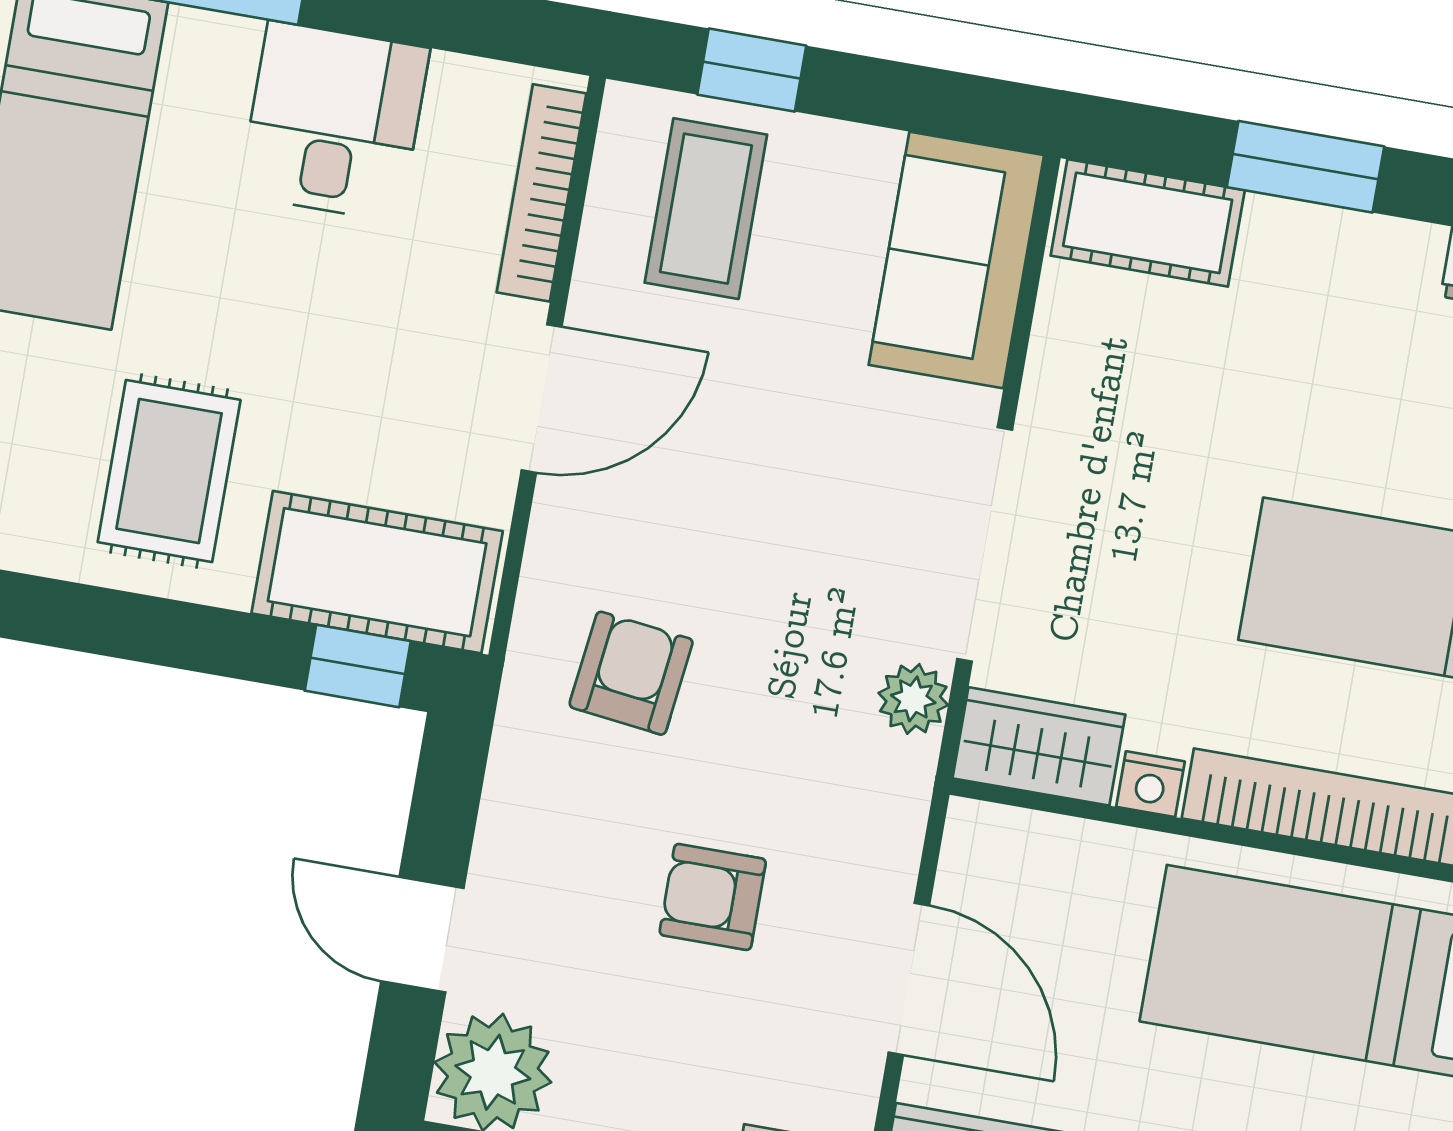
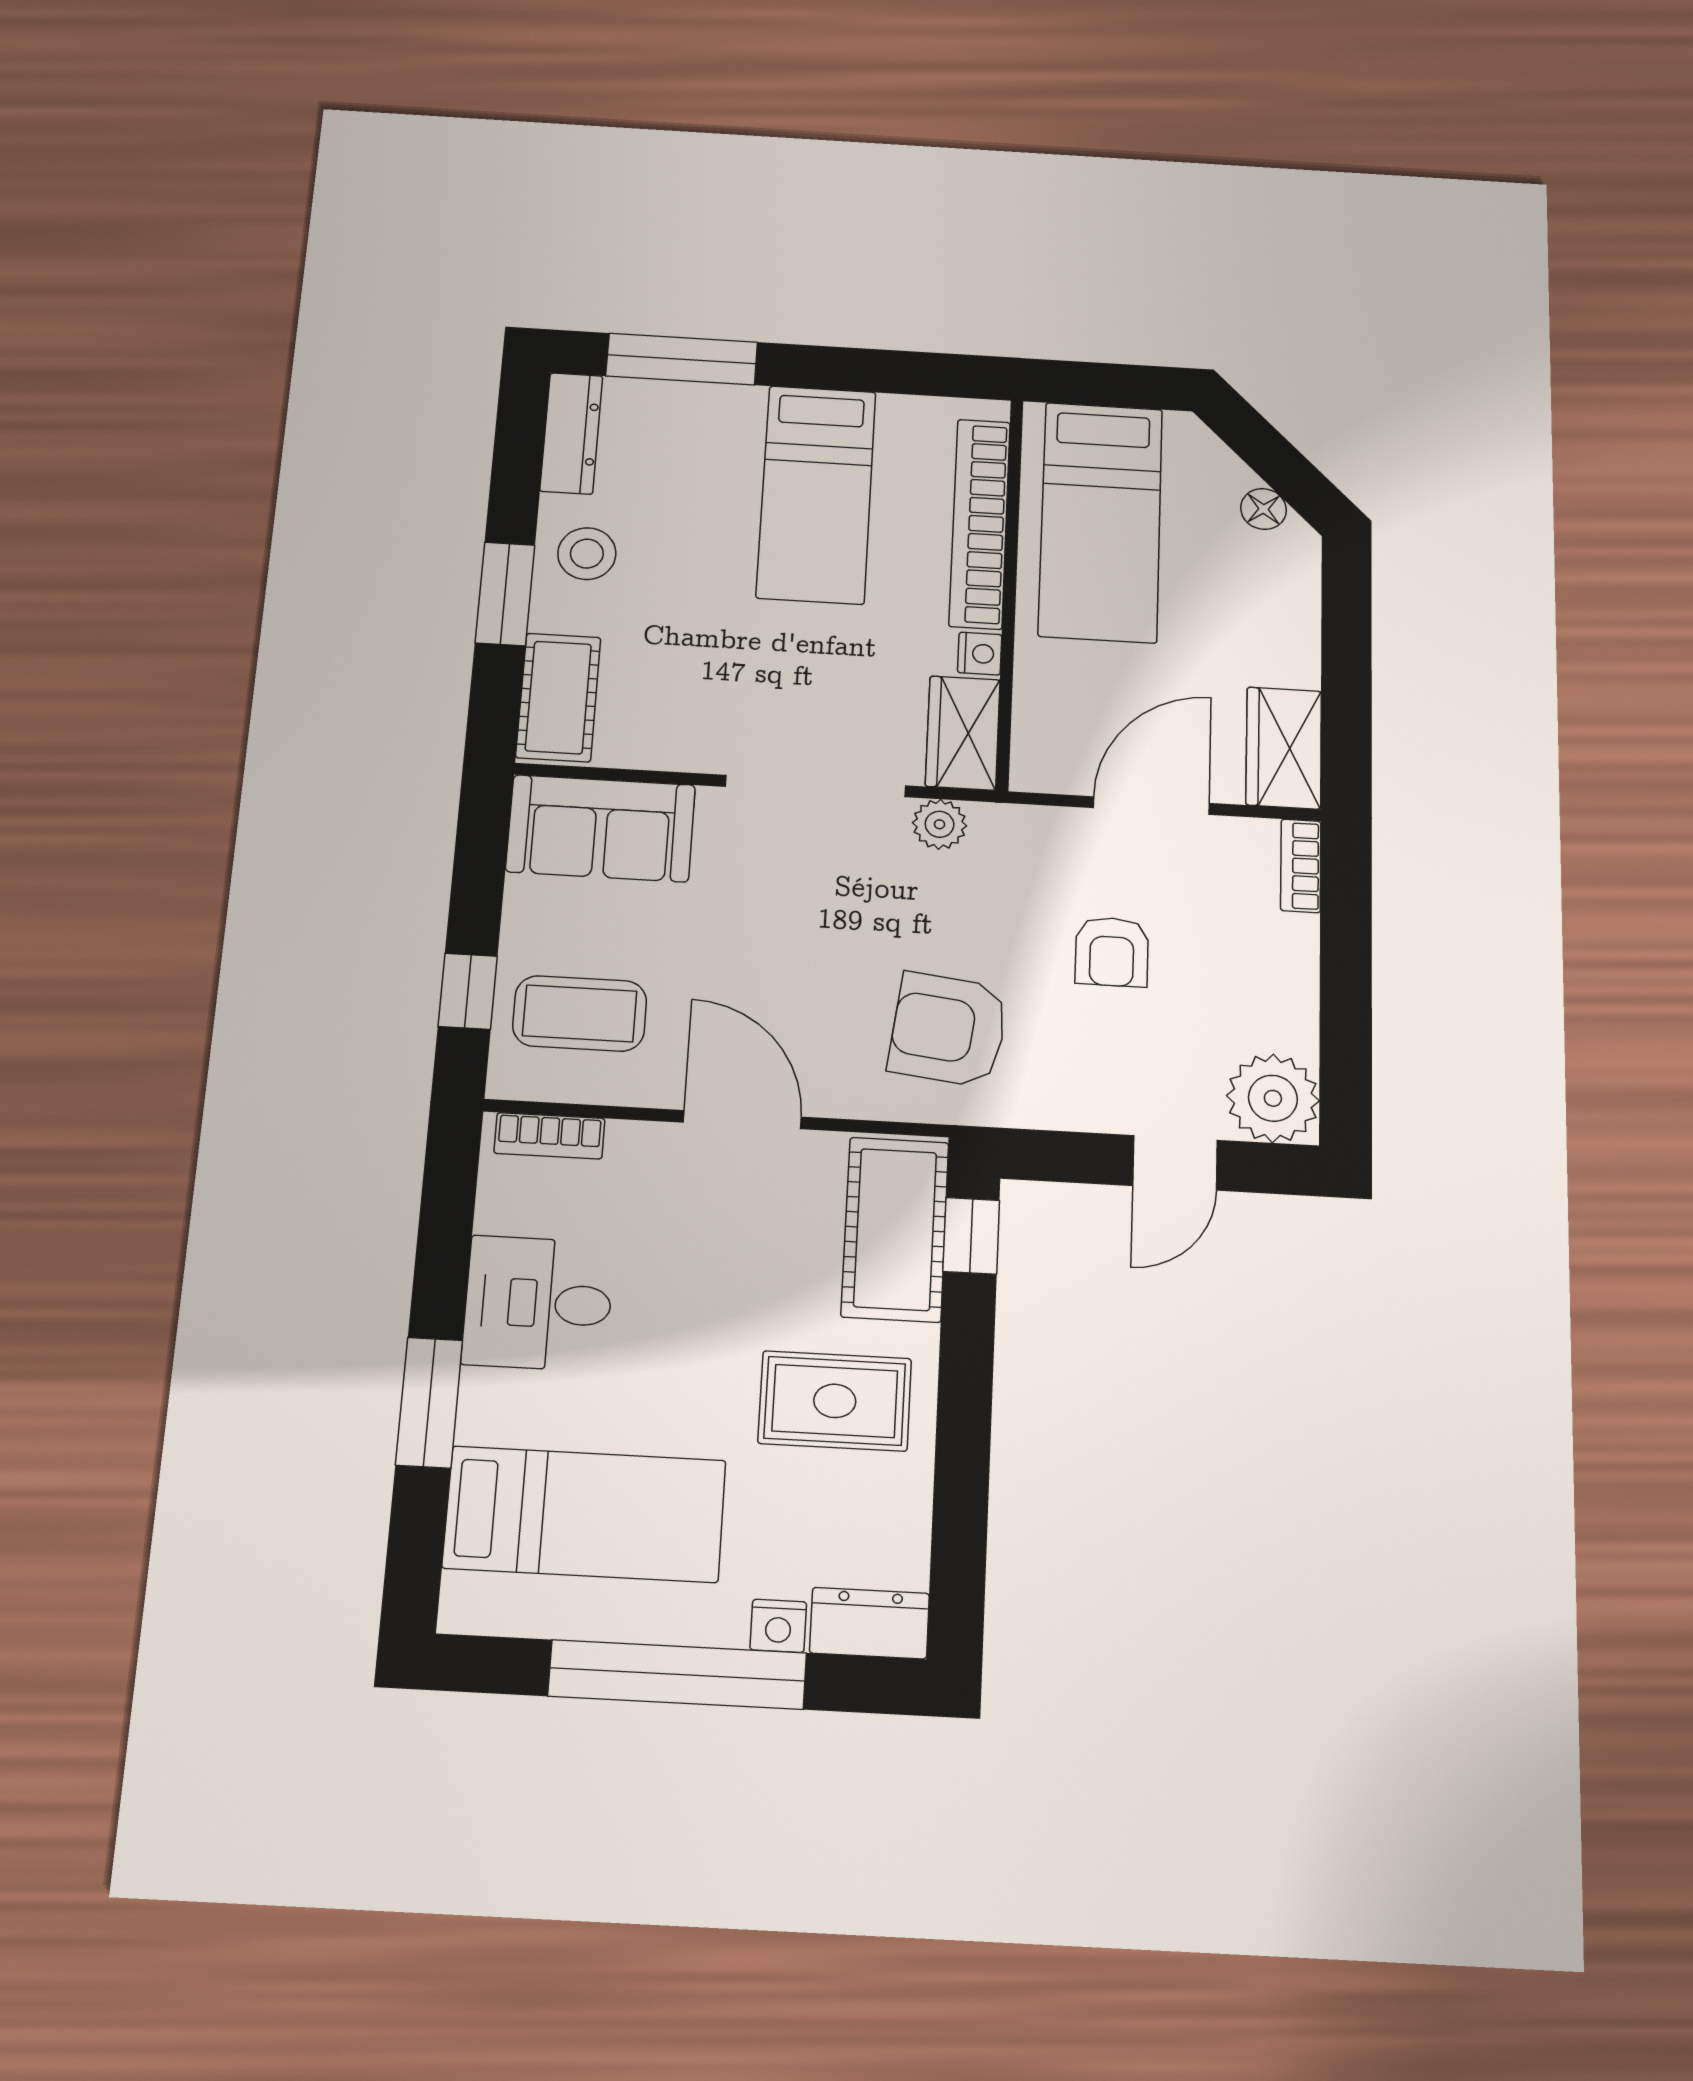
bookcase: (541, 193) -> (549, 1136), width x0.64
stool: (1353, 280) -> (587, 554), added
armchair: (631, 673) -> (948, 1030), width x1.38, depth x1.38

